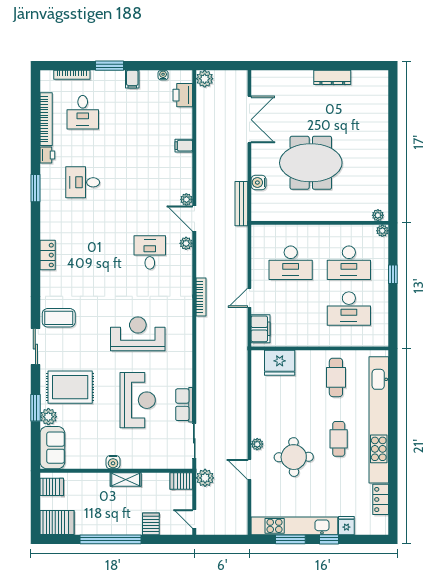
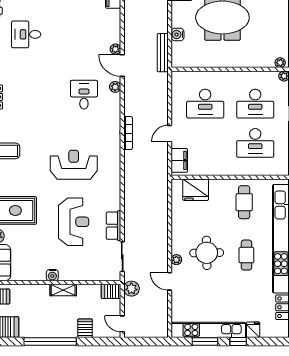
round table: (294, 457) -> (207, 253), moved

